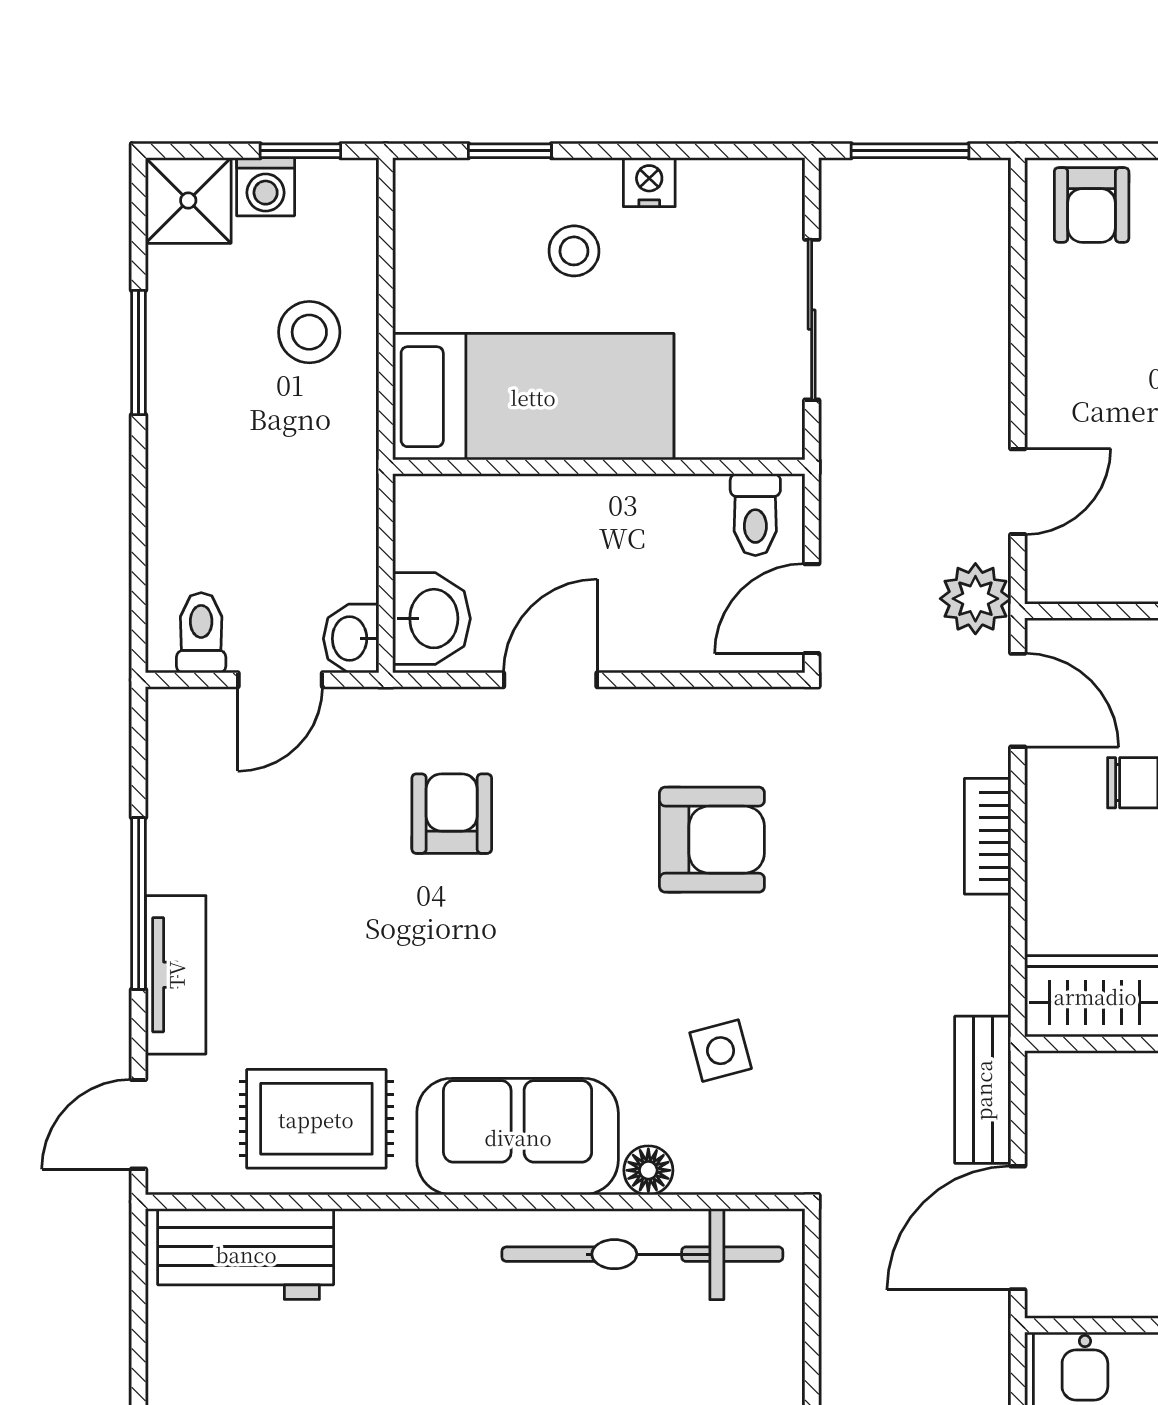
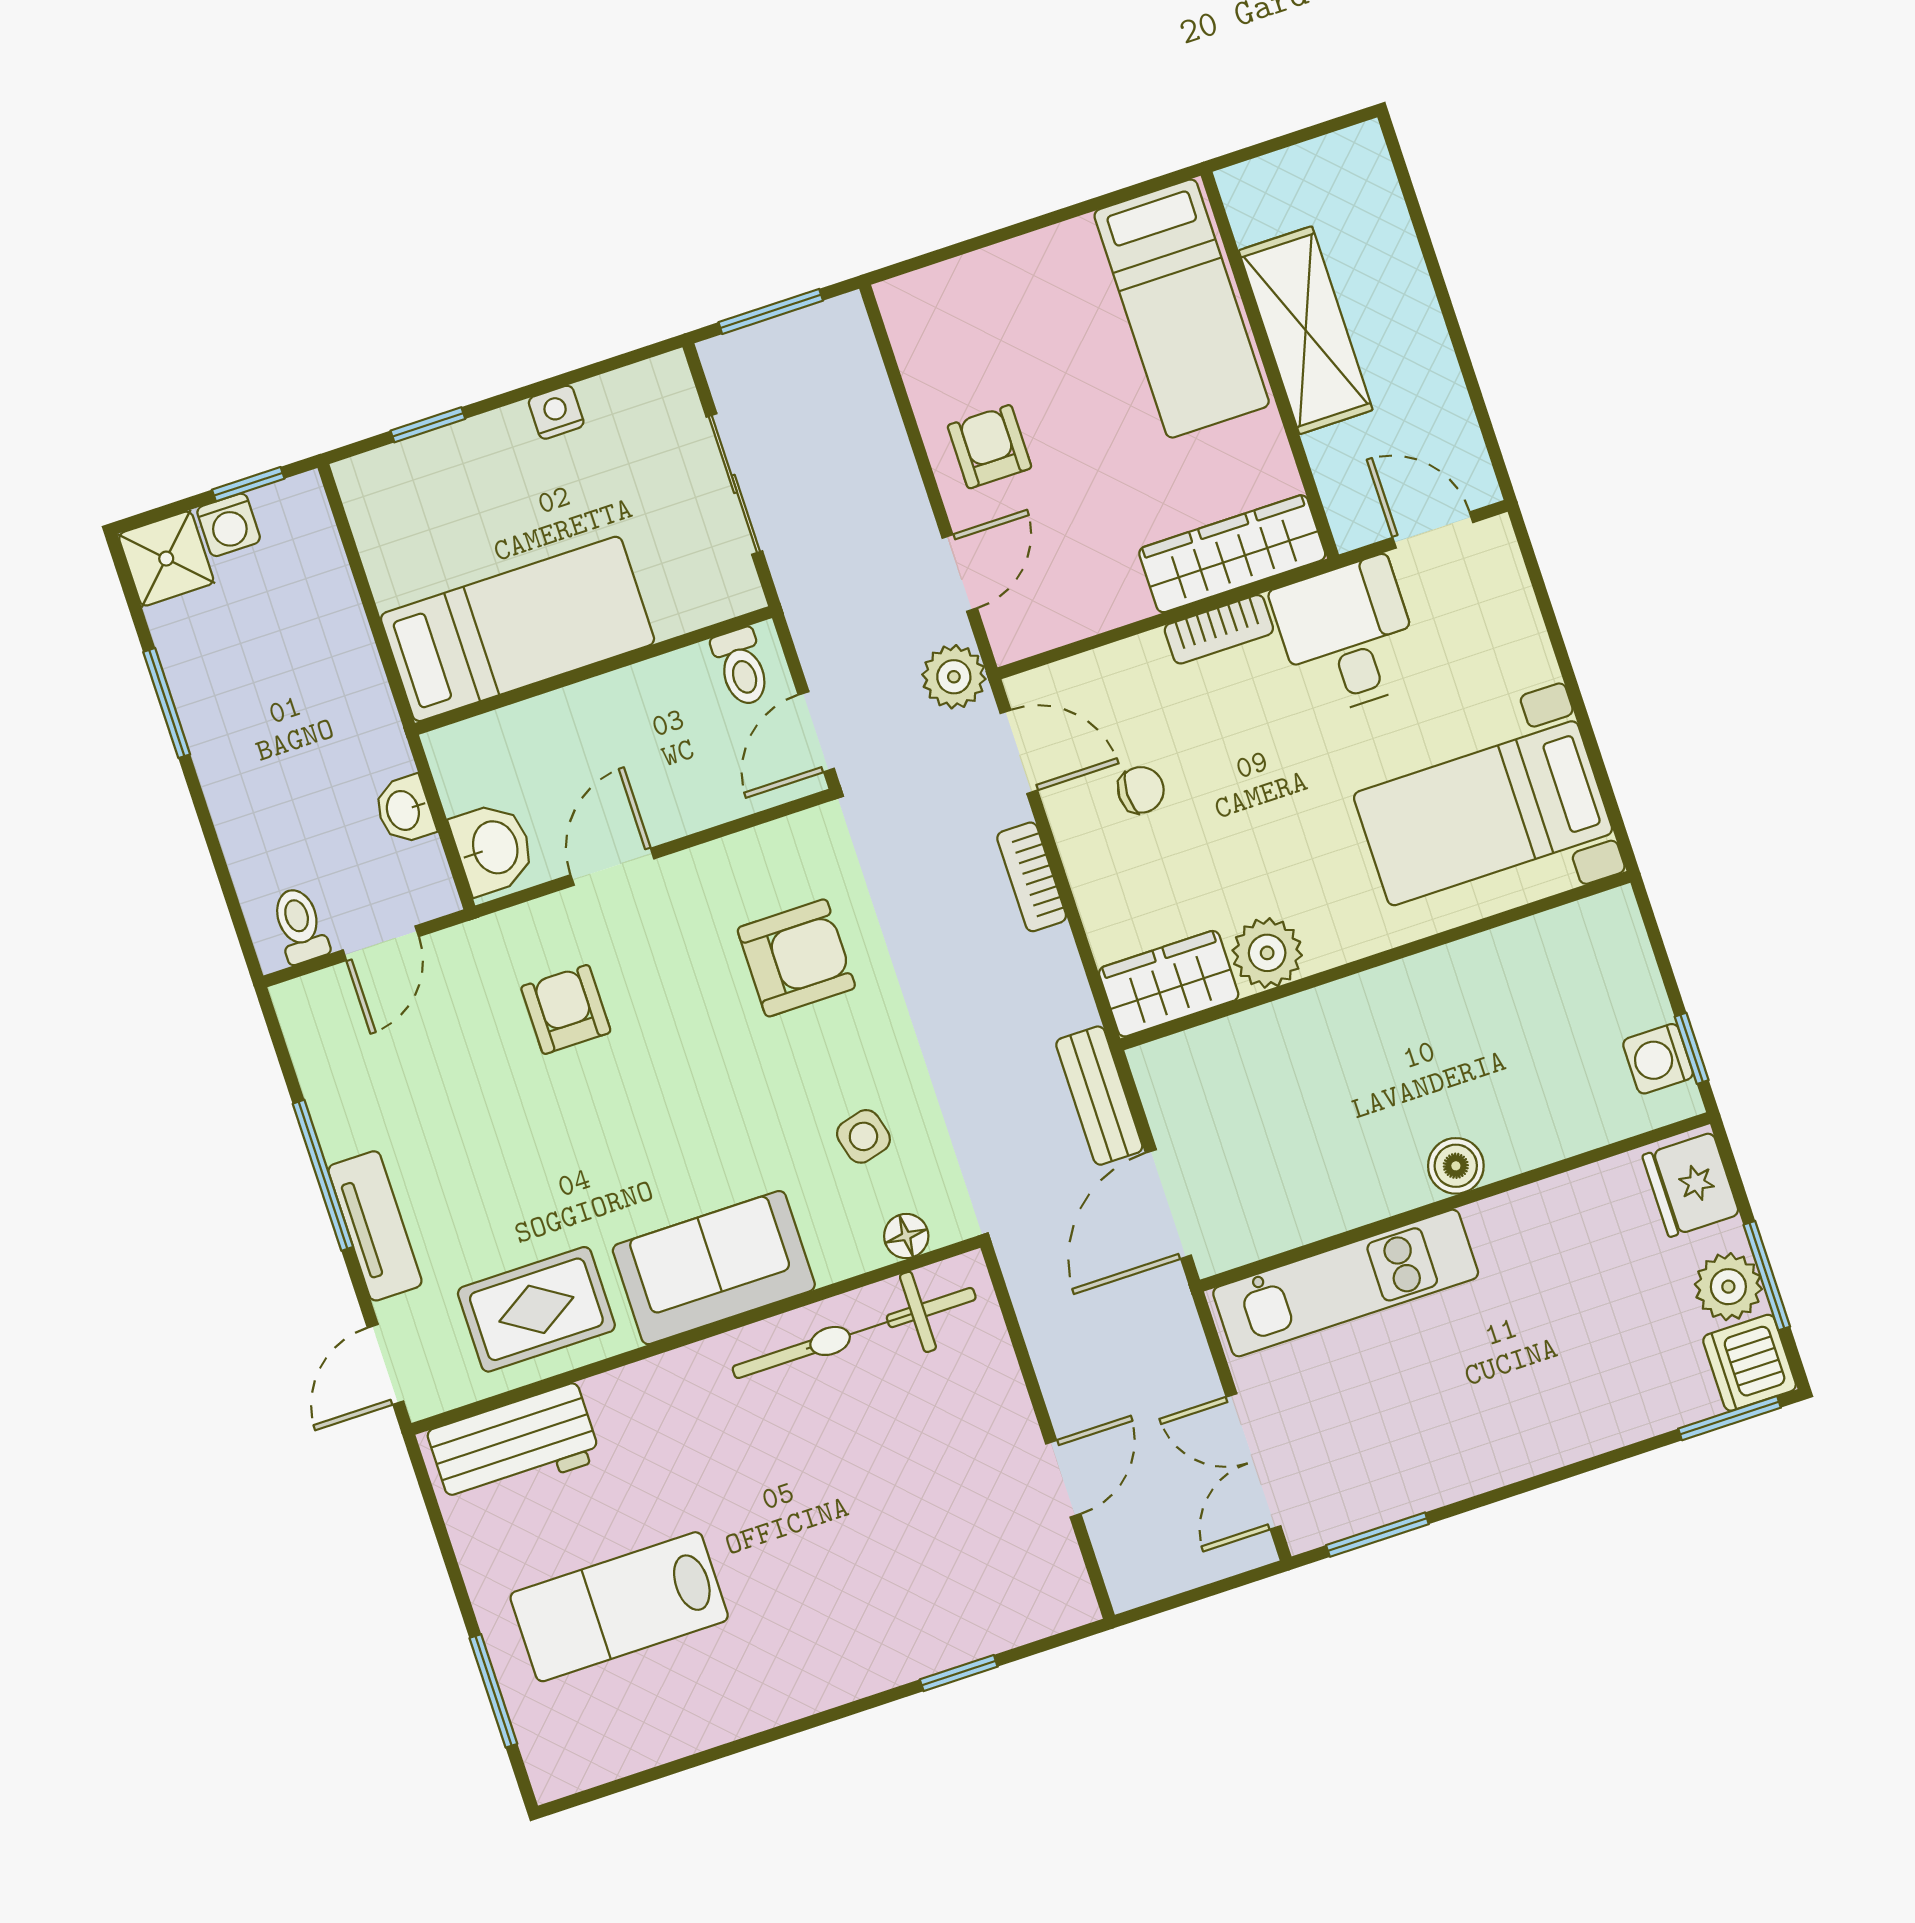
armchair: (1092, 205) -> (989, 447), moved, turned 180
stool: (574, 251) -> (511, 492), removed
stool: (309, 332) -> (307, 637), removed
washbasin: (351, 639) -> (404, 810), moved
floor lamp: (648, 1170) -> (906, 1236), moved

